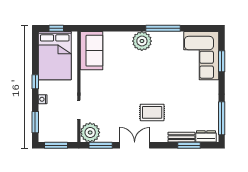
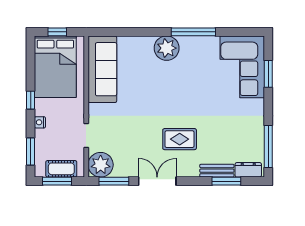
sofa: (92, 51) -> (102, 69), width x1.36
cot: (59, 136) -> (61, 169), added

